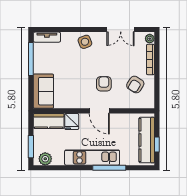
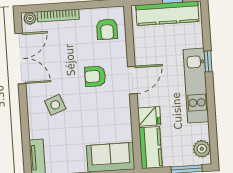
double door: (121, 30) -> (20, 59), width x1.37
side table: (85, 42) -> (55, 105), moved
armchair: (135, 85) -> (107, 29), moved, turned 58
window: (109, 168) -> (208, 61), width x0.46

